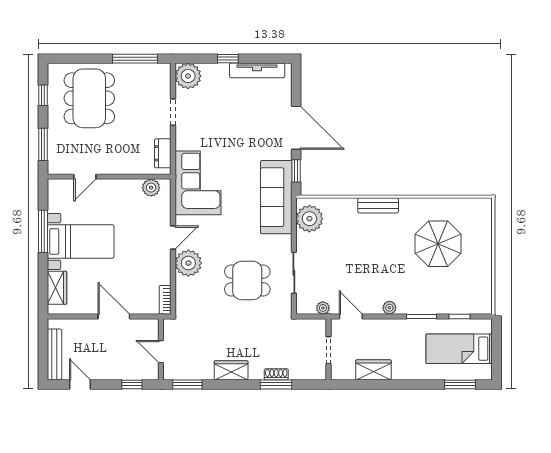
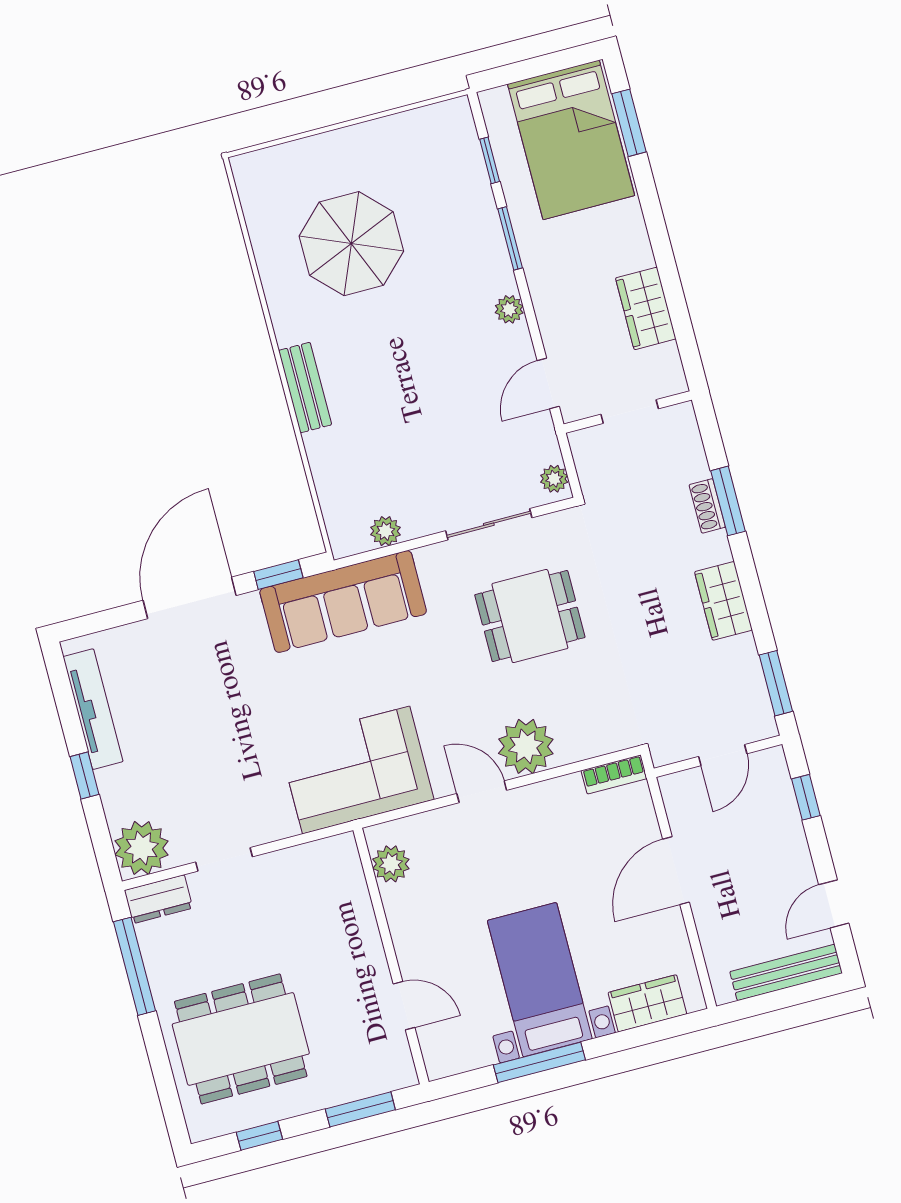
dresser: (163, 153) -> (159, 899), moved
plant: (309, 219) -> (386, 531), width x0.53, depth x0.53
dining table: (247, 280) -> (530, 616), turned 90
plant: (323, 308) -> (554, 479), moved
bed: (459, 349) -> (571, 140), width x1.50

